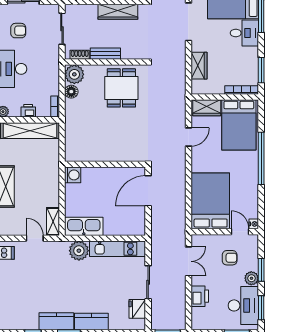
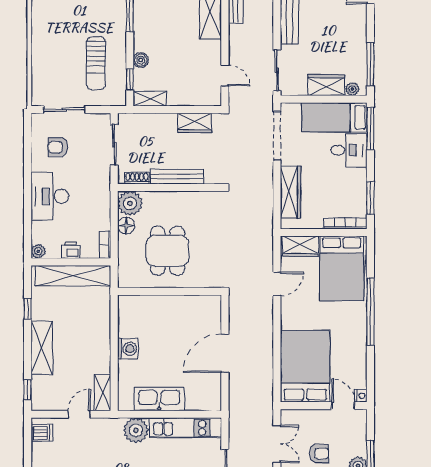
wardrobe: (118, 12) -> (195, 123), width x0.67
armchair: (18, 31) -> (58, 147), turned 180
bench: (105, 54) -> (177, 177), width x1.36
wardrobe: (199, 66) -> (290, 192), width x1.50
dining table: (121, 88) -> (168, 251), moved
wall: (105, 164) -> (170, 291), moved
washing machine: (73, 175) -> (128, 349), moved
kitchen sink: (84, 226) -> (159, 399), moved
door: (35, 238) -> (79, 414), hinge flipped
armchair: (230, 258) -> (319, 454), moved

